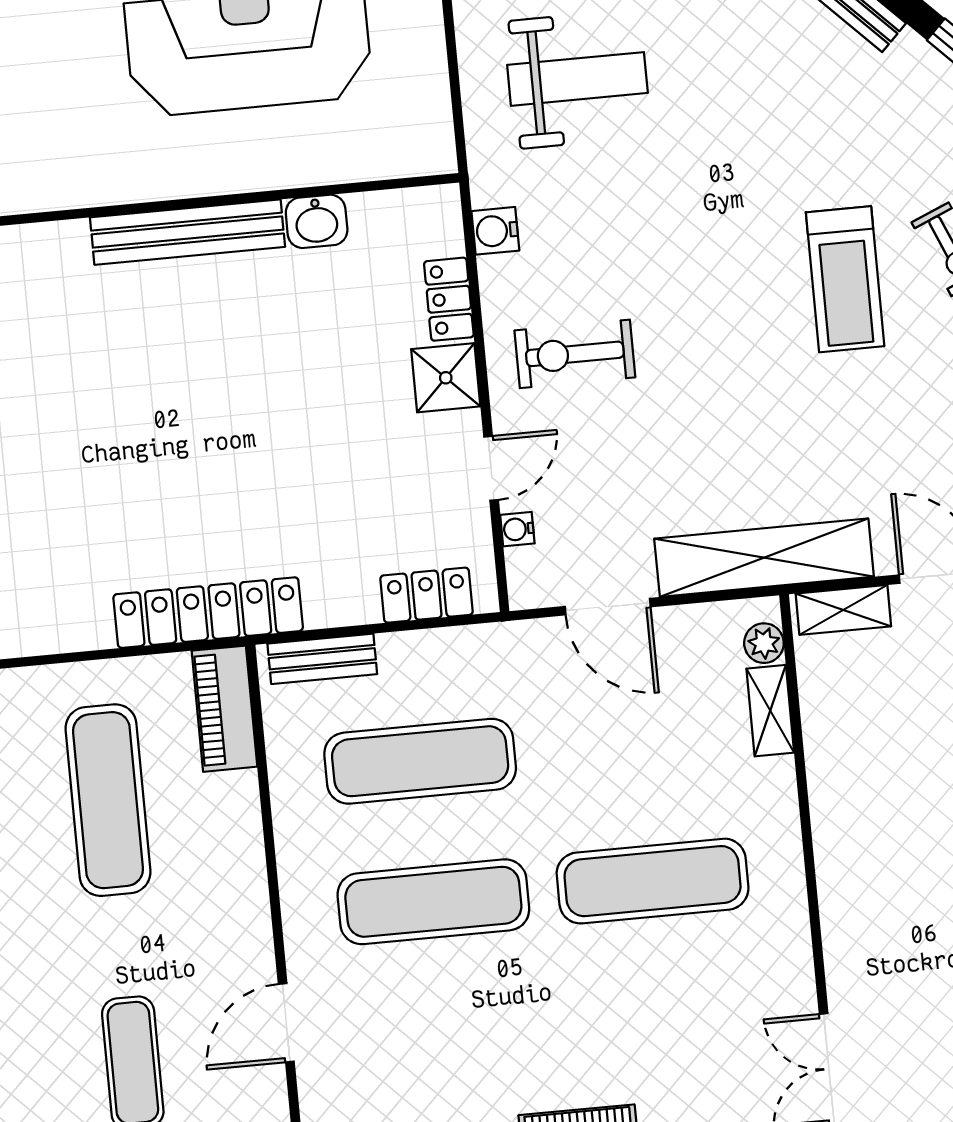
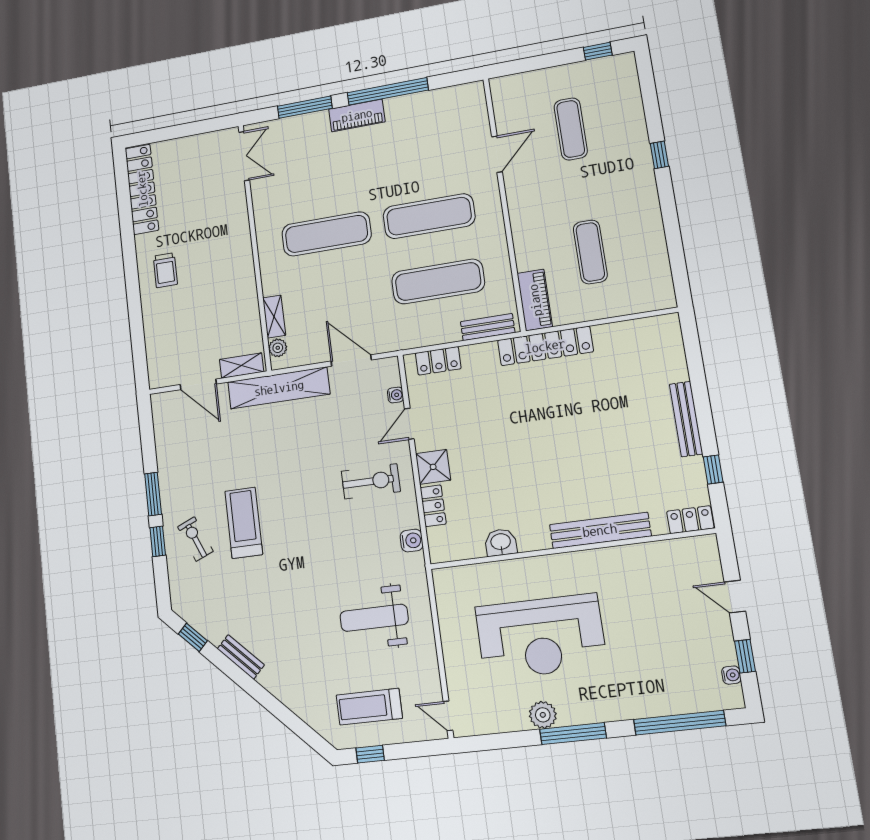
bench: (188, 232) -> (600, 530), moved
exercise mat: (108, 800) -> (590, 252), width x0.73, depth x0.69

